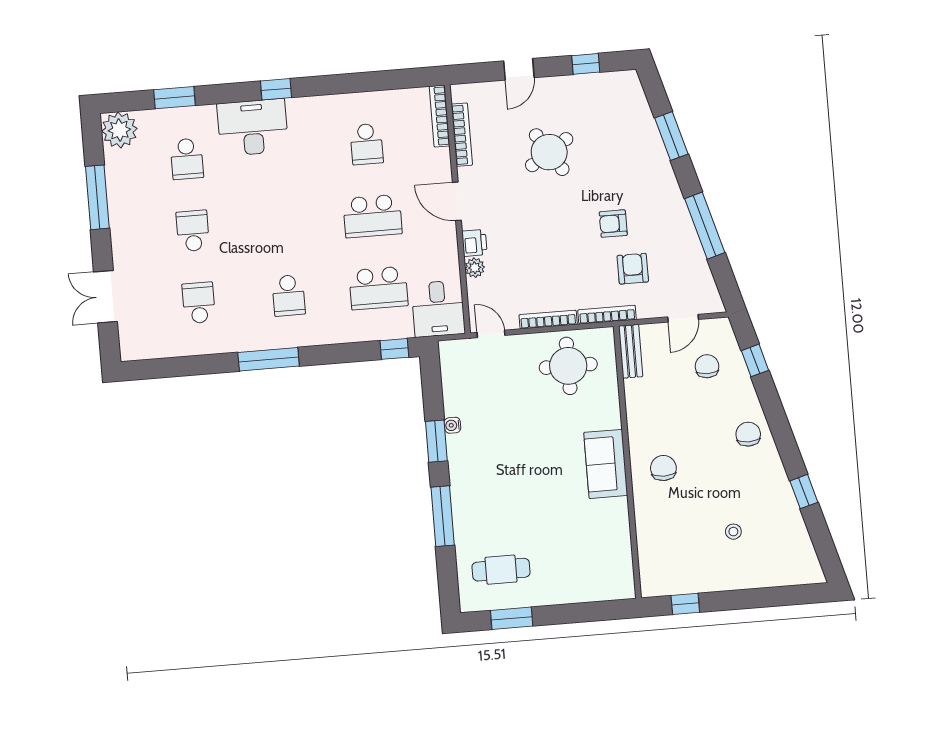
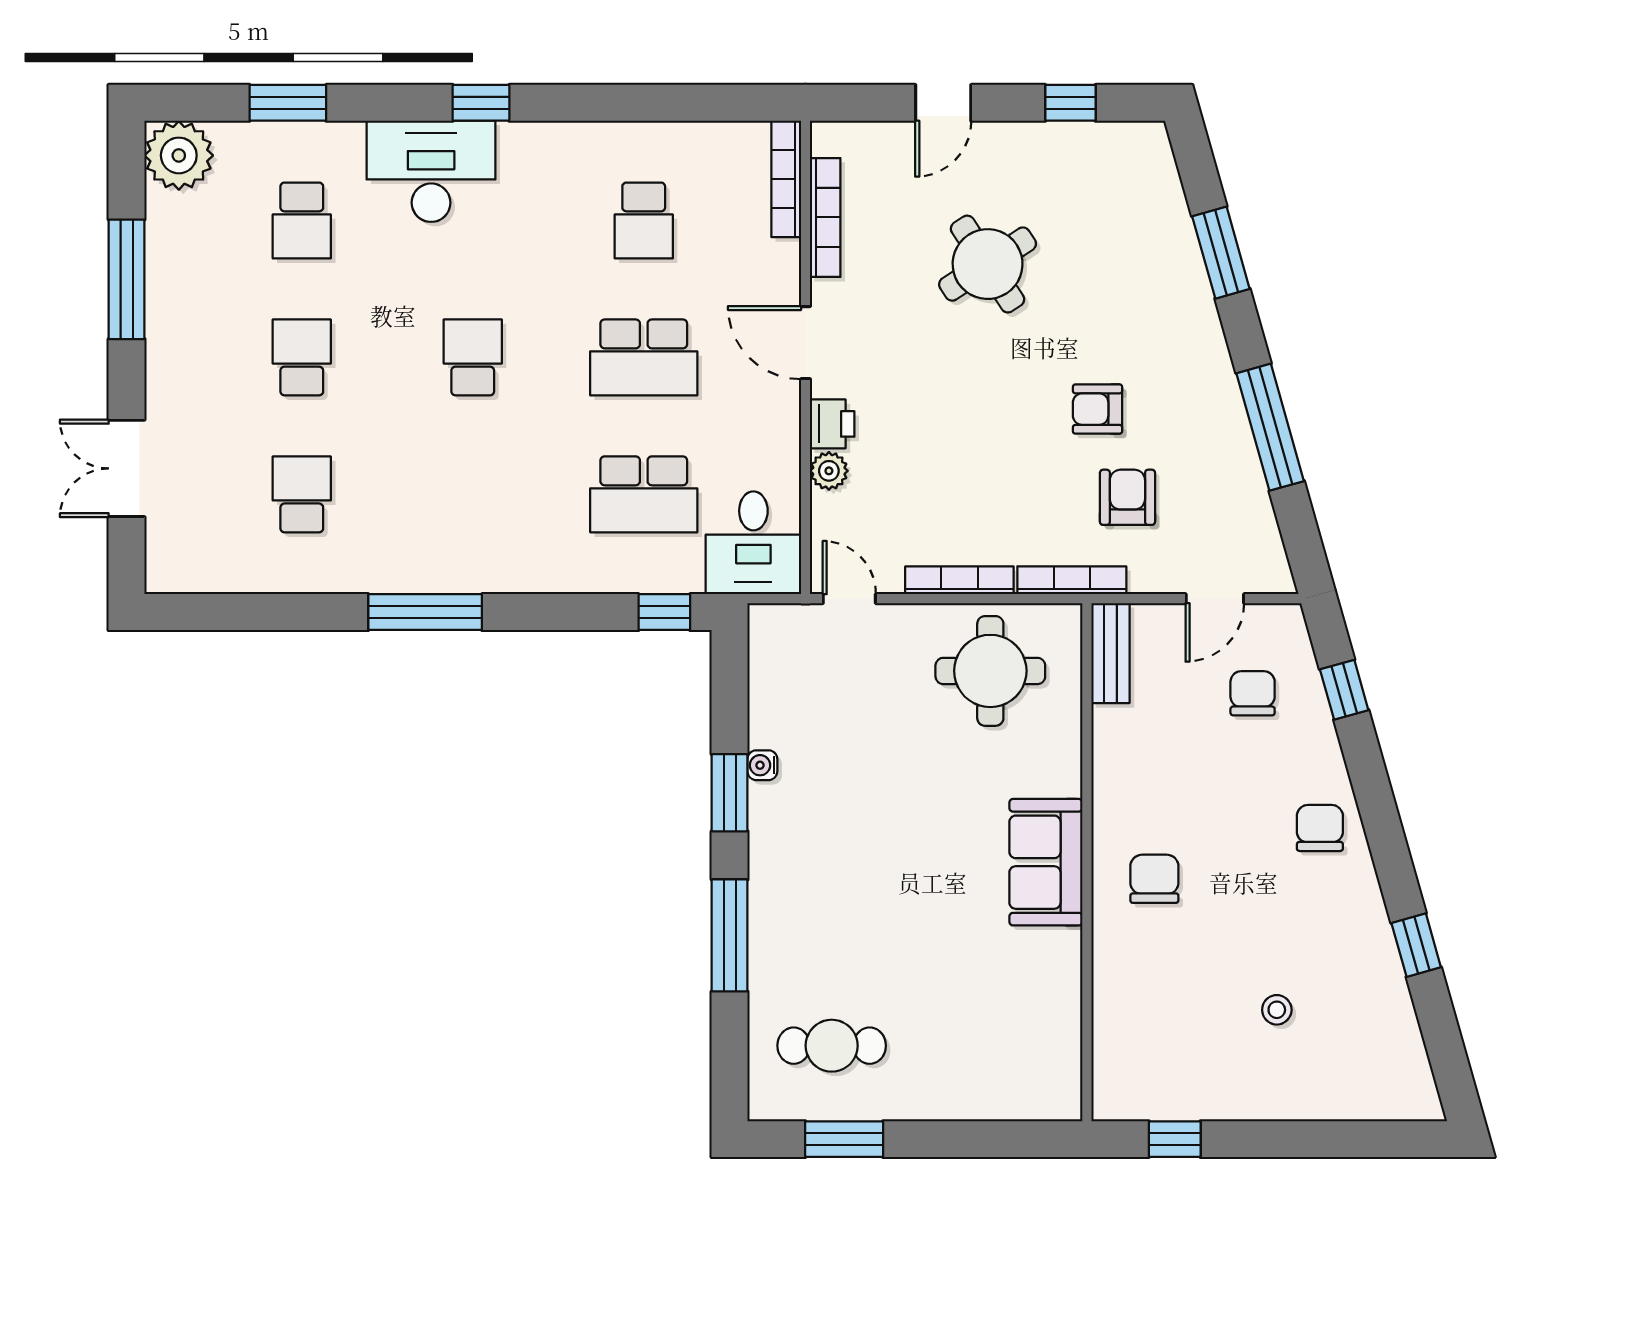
school desk: (289, 295) -> (473, 357), moved, turned 180

